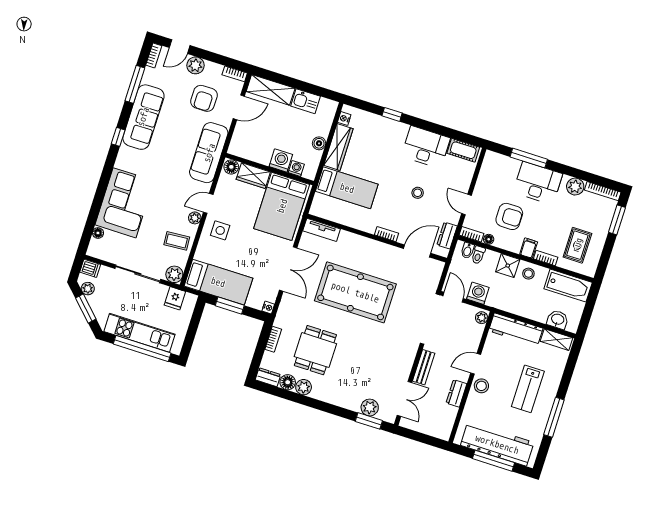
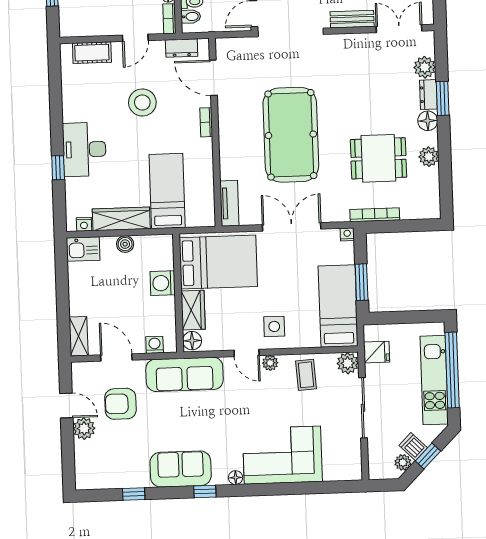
door: (180, 47) -> (66, 405), moved
bookcase: (154, 55) -> (90, 484), removed
bookcase: (235, 74) -> (77, 377), removed
window: (135, 84) -> (134, 494), width x0.46
shelving: (271, 90) -> (79, 336), width x0.67, depth x0.75
armchair: (204, 98) -> (120, 404), turned 180
kitchen sink: (305, 101) -> (83, 249), moved, turned 90
sofa: (143, 117) -> (181, 469), width x0.73
desk: (426, 147) -> (84, 149), moved
cot: (463, 150) -> (92, 53), moved, turned 90
washing machine: (296, 168) -> (155, 345), moved, turned 90
stool: (418, 193) -> (142, 102), width x1.89, depth x1.89
floor lamp: (98, 233) -> (236, 478), moved
dishwasher: (90, 268) -> (413, 447), moved, turned -45
window: (86, 309) -> (428, 456), width x0.67
bookcase: (273, 339) -> (375, 215), width x1.56
dresser: (268, 377) -> (428, 95), moved
floor lamp: (288, 382) -> (428, 121), moved
window: (369, 421) -> (443, 98), moved

